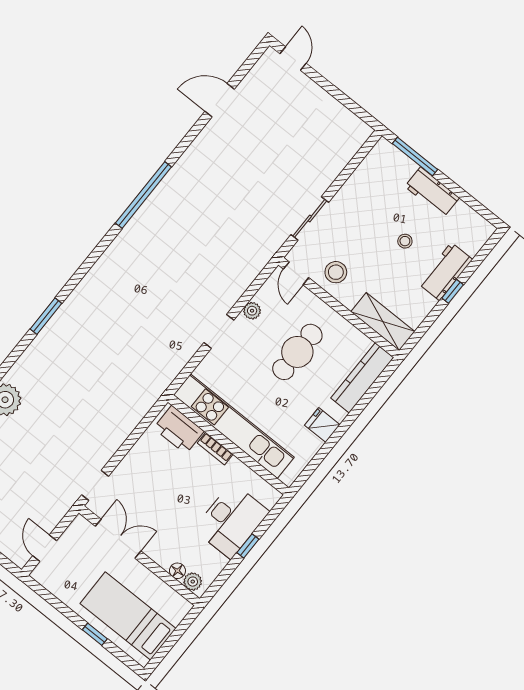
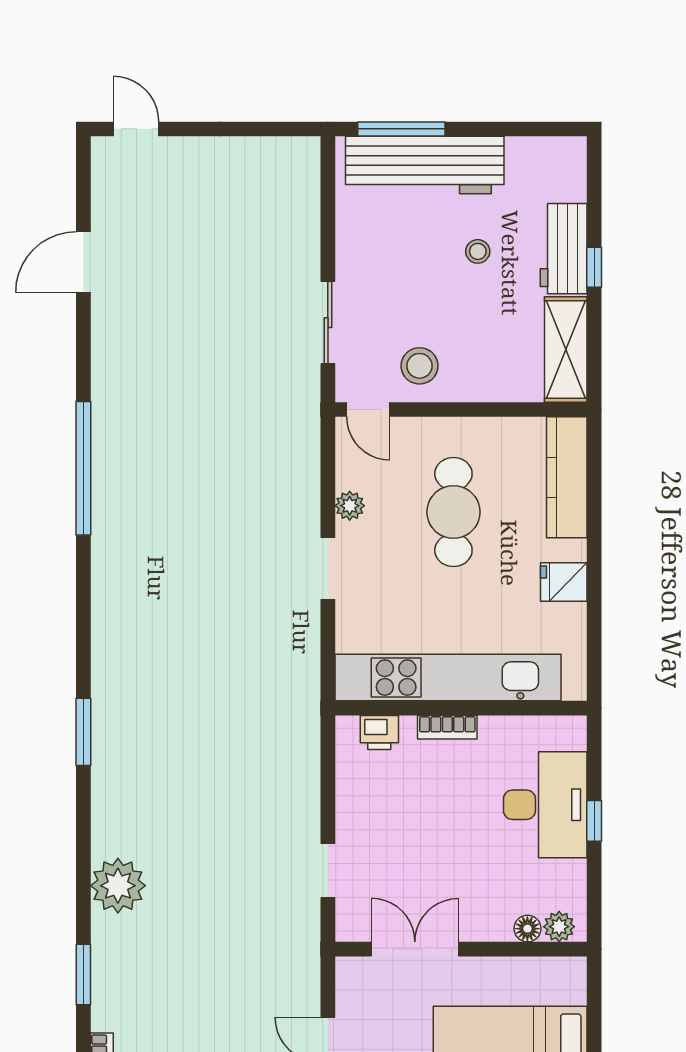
workbench: (432, 192) -> (425, 165), width x1.87, depth x1.32
shelving: (383, 322) -> (566, 350), moved, turned 90
printer: (179, 430) -> (379, 733), width x0.53, depth x0.68
doorway: (95, 485) -> (328, 871), moved

